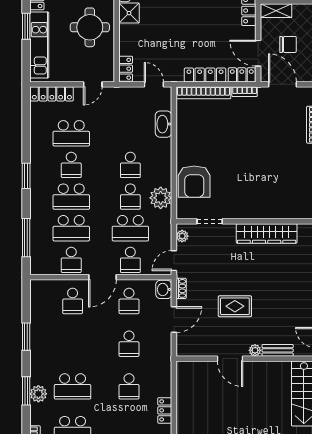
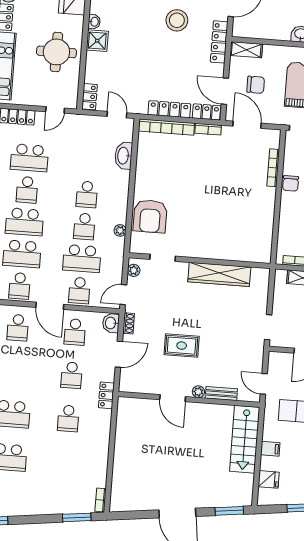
plant: (161, 198) -> (120, 230), width x0.53, depth x0.53
door: (102, 277) -> (50, 306), hinge flipped
locker: (165, 410) -> (106, 395), moved

